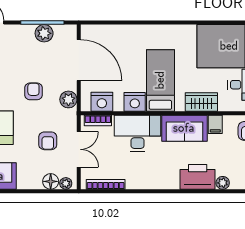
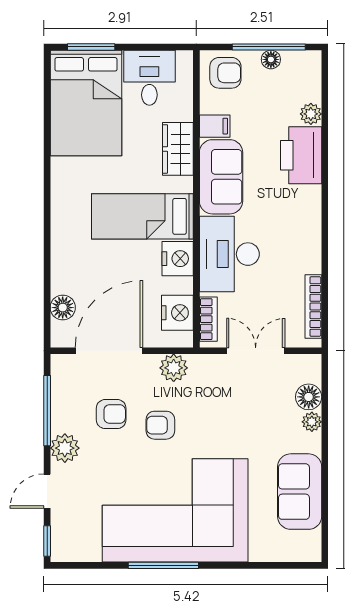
floor lamp: (105, 32) -> (63, 308), added
plant: (44, 33) -> (65, 448), moved
armchair: (48, 141) -> (111, 414), moved
plant: (66, 183) -> (312, 422), moved

